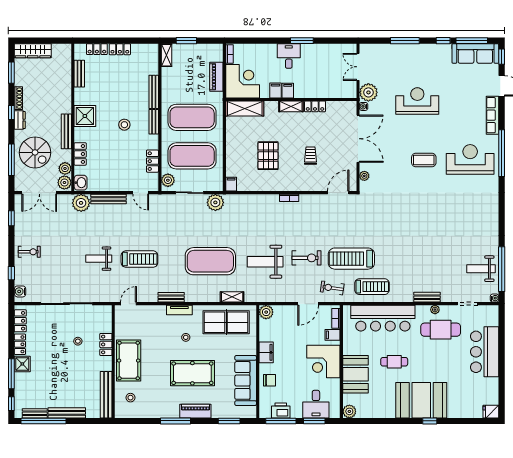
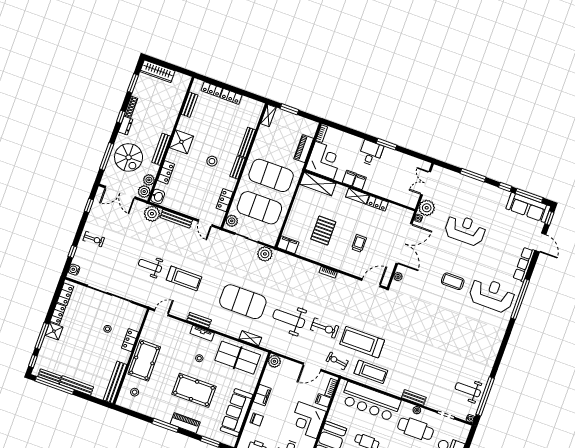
filing cabinet: (231, 184) -> (288, 245), width x2.00

